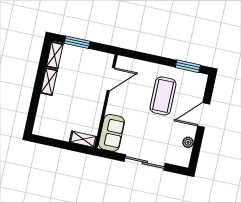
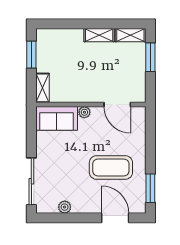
plant: (111, 108) -> (84, 112), added
door: (204, 115) -> (115, 218), moved
window: (53, 143) -> (31, 55), added
sliding door: (145, 162) -> (31, 181), moved

